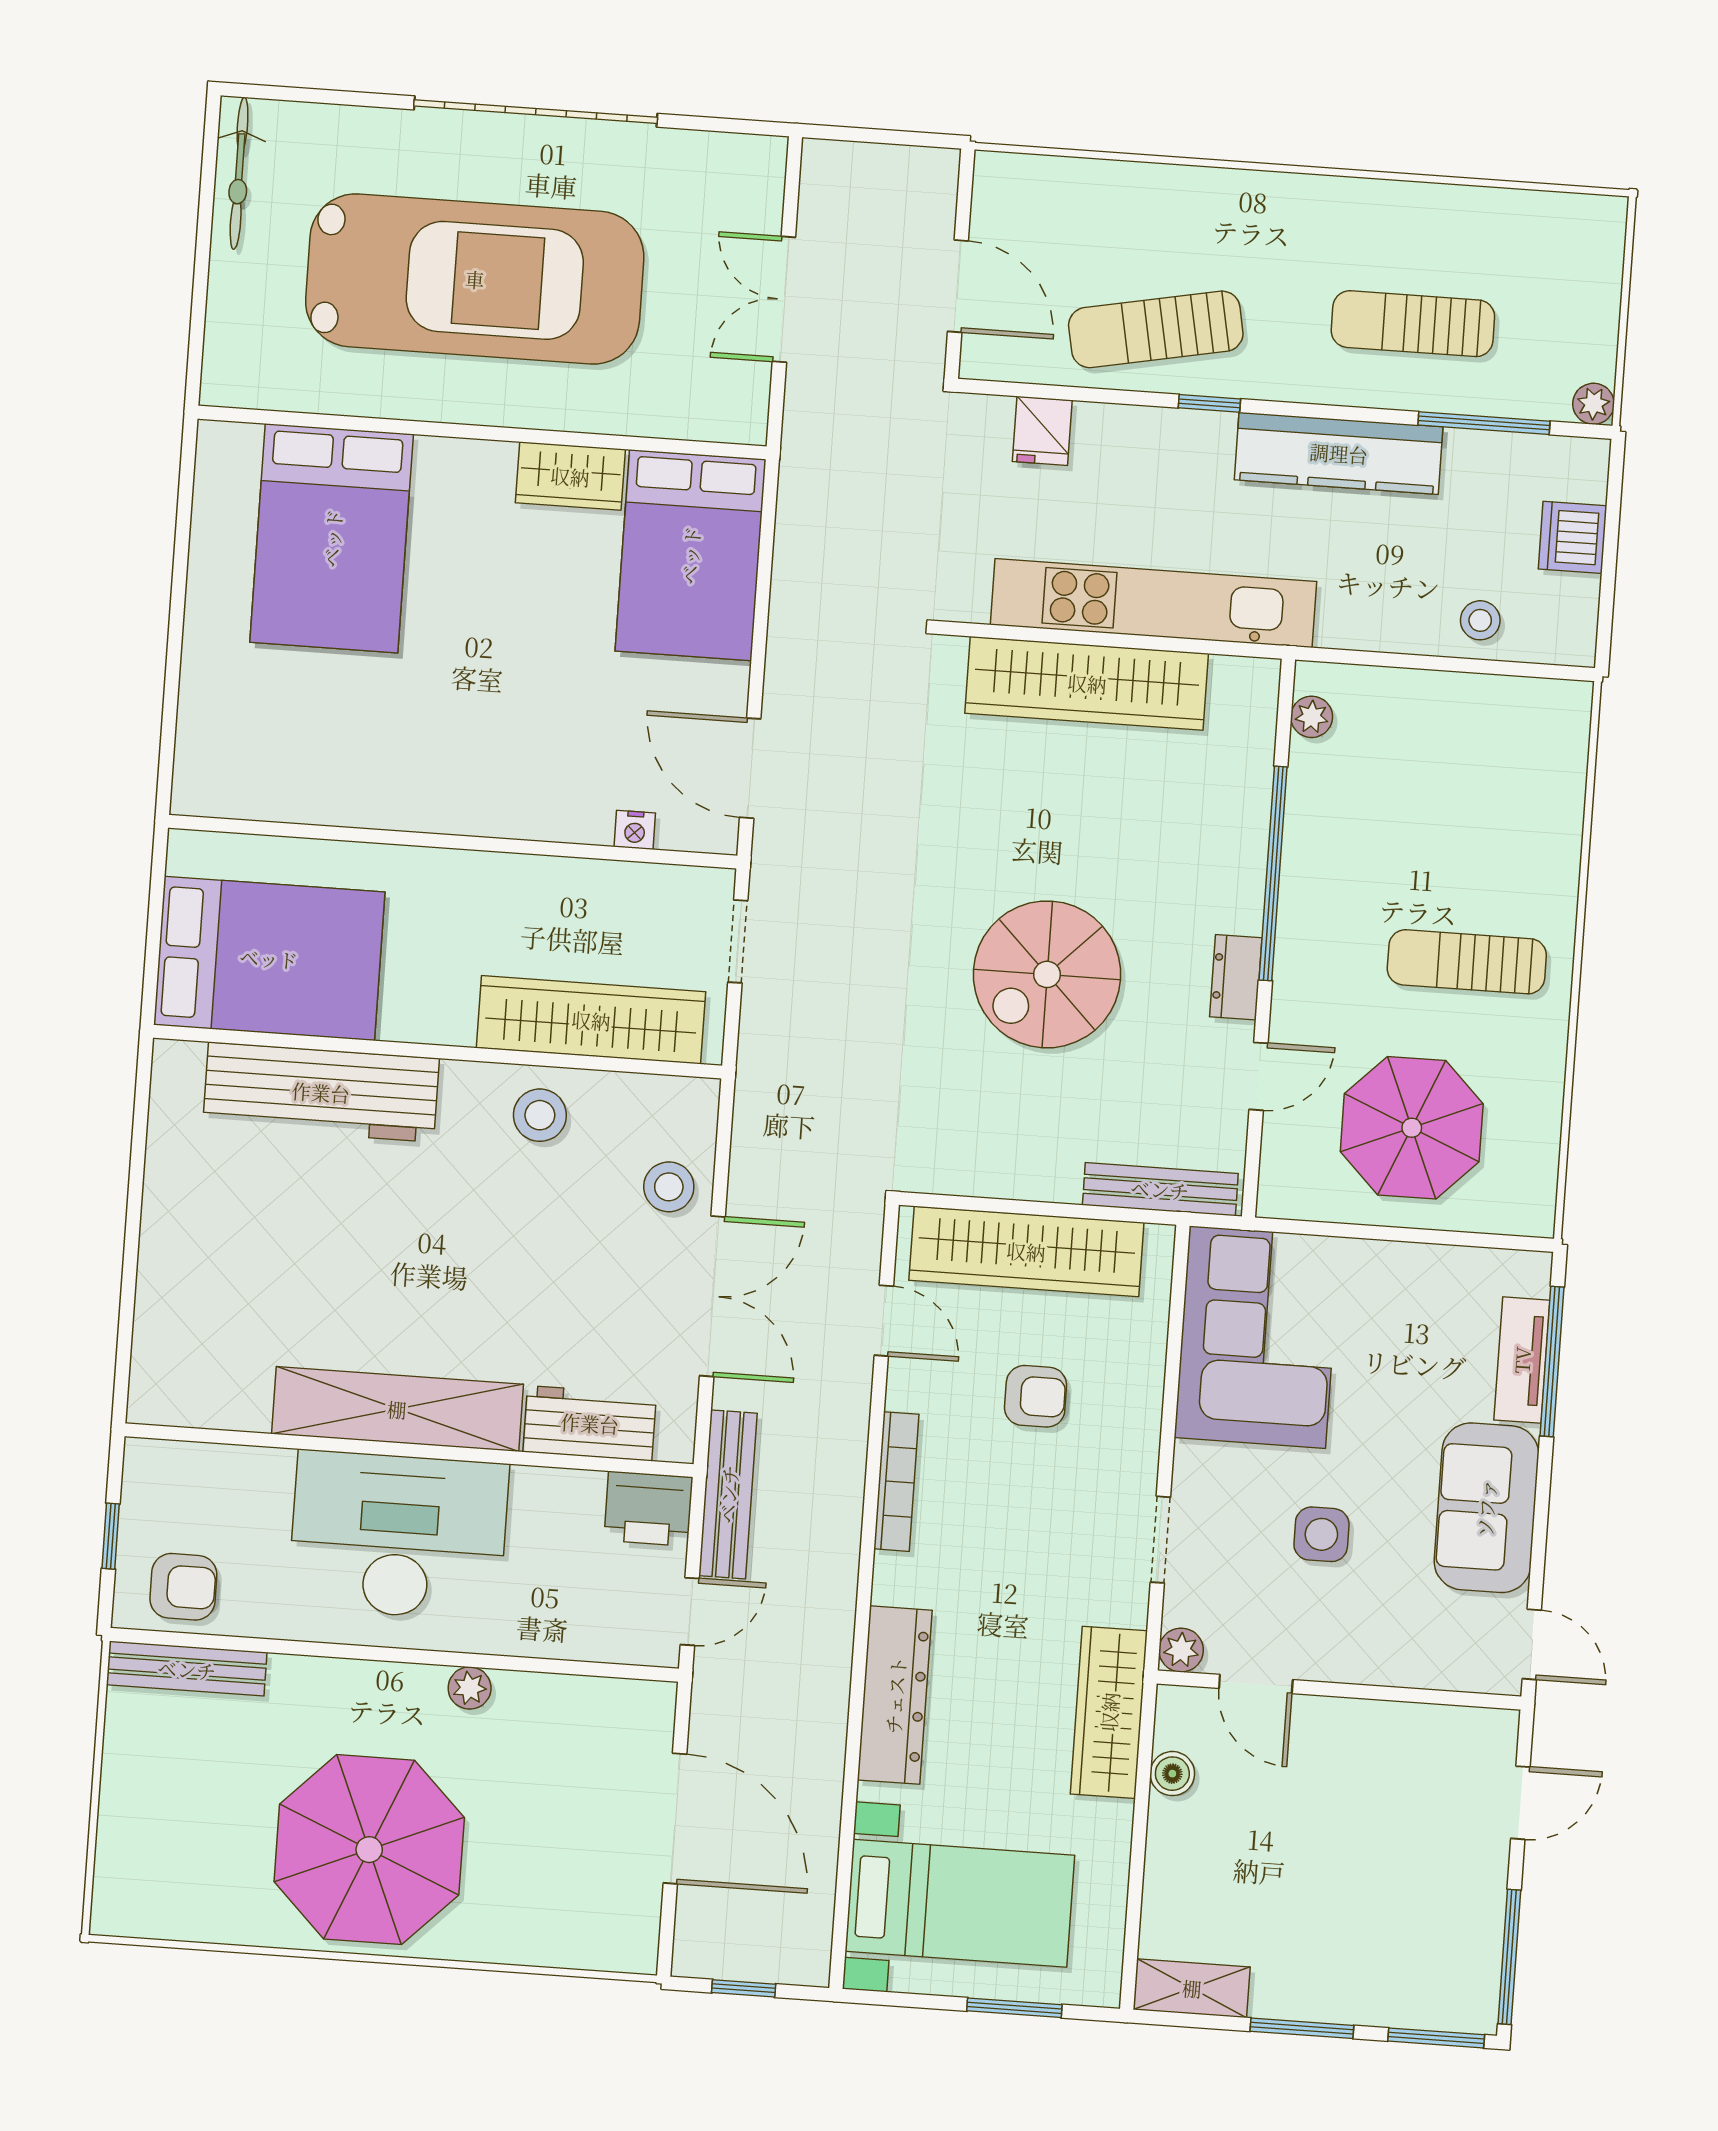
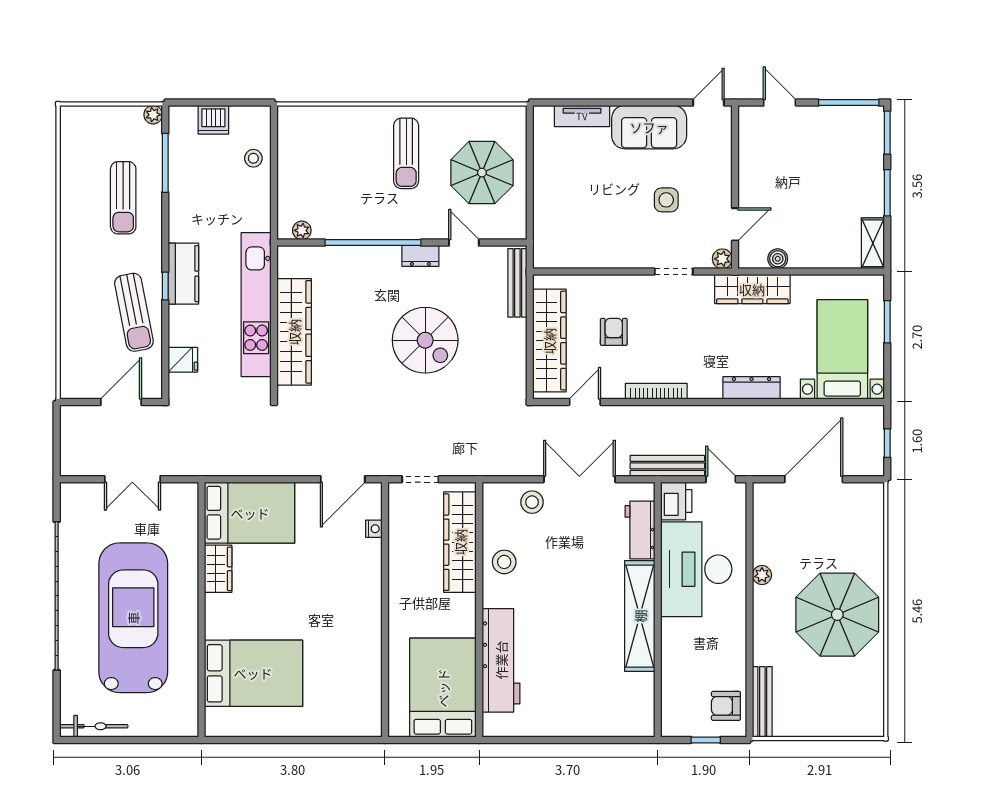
garage door: (536, 112) -> (57, 596), width x1.36
kitchen counter: (1339, 453) -> (183, 274), moved, width x0.67
corner sofa: (1257, 1337) -> (580, 235), removed
window: (1552, 1361) -> (582, 103), removed
desk: (398, 1536) -> (696, 569), moved
armchair: (183, 1587) -> (726, 706), turned -90
dresser: (895, 1695) -> (752, 388), width x0.73, depth x0.80

